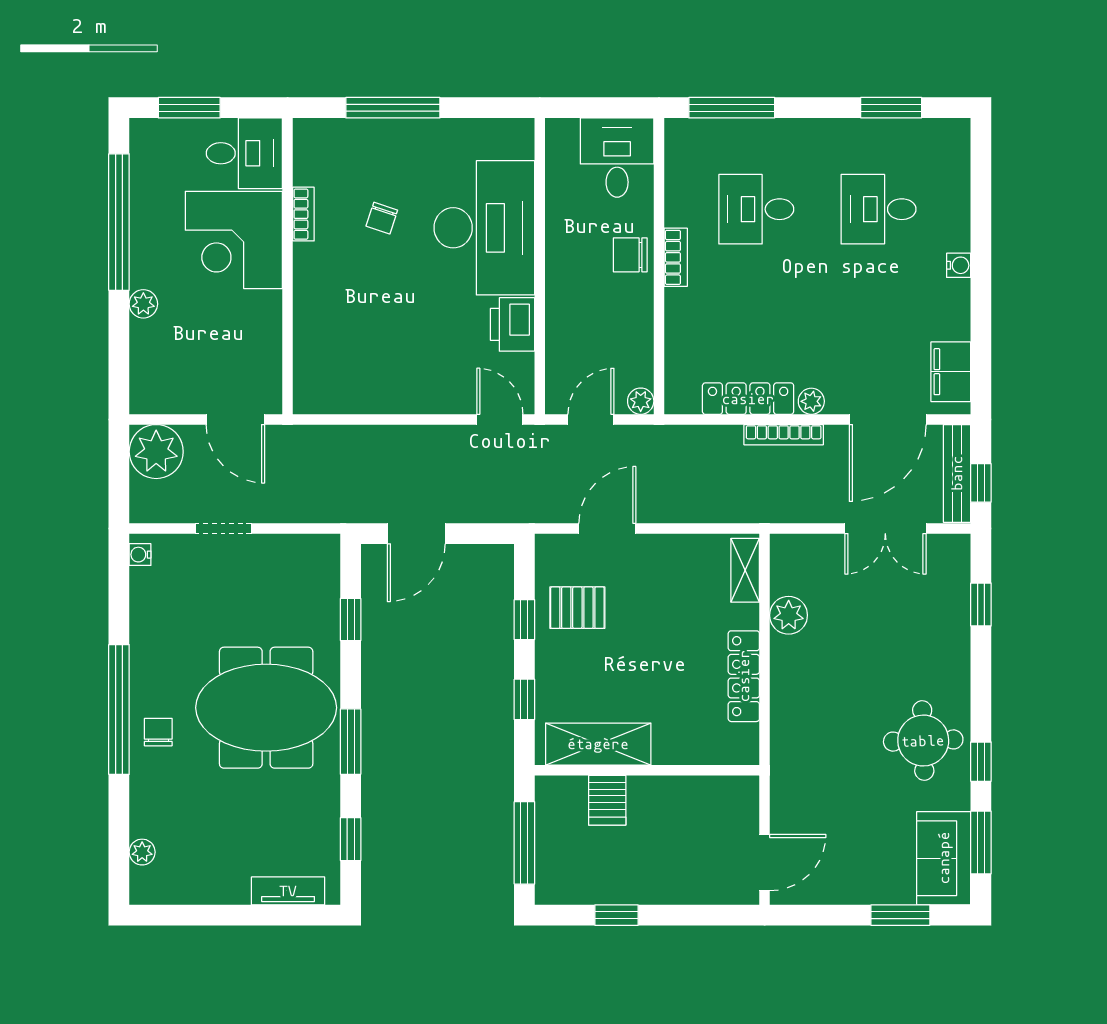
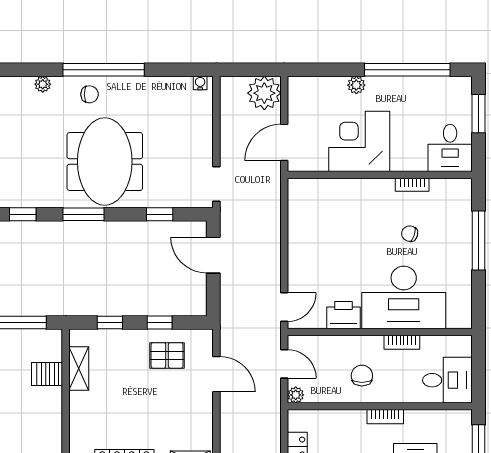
bookcase: (556, 231) -> (402, 342), added
corner desk: (234, 240) -> (359, 141), moved
chair: (630, 255) -> (362, 376), moved
doorway: (223, 528) -> (216, 184), moved
pallet: (577, 608) -> (167, 355), turned 90
shelving: (598, 744) -> (79, 368), width x0.67, depth x0.75
plant: (142, 852) -> (43, 84), moved

